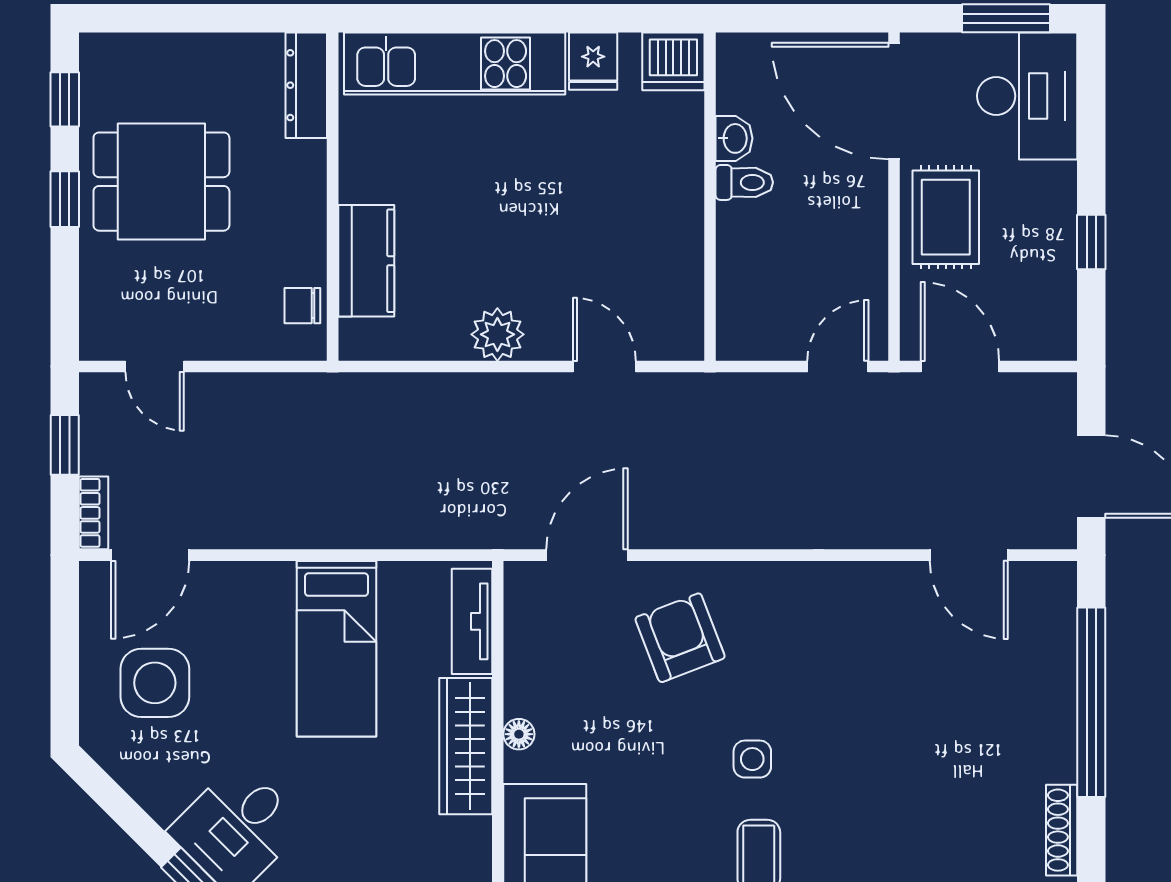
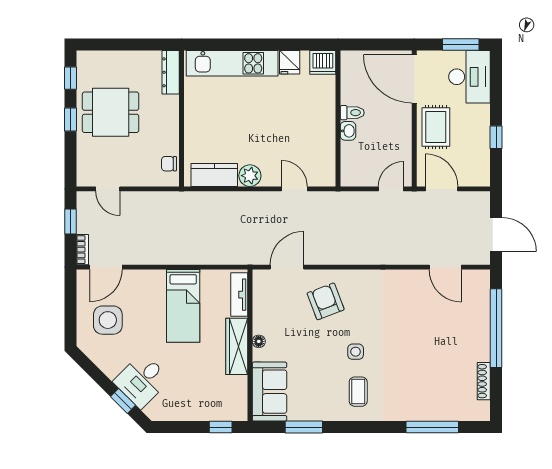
washbasin: (734, 138) -> (348, 131), moved
kitchen counter: (366, 261) -> (214, 175), moved, turned -90

